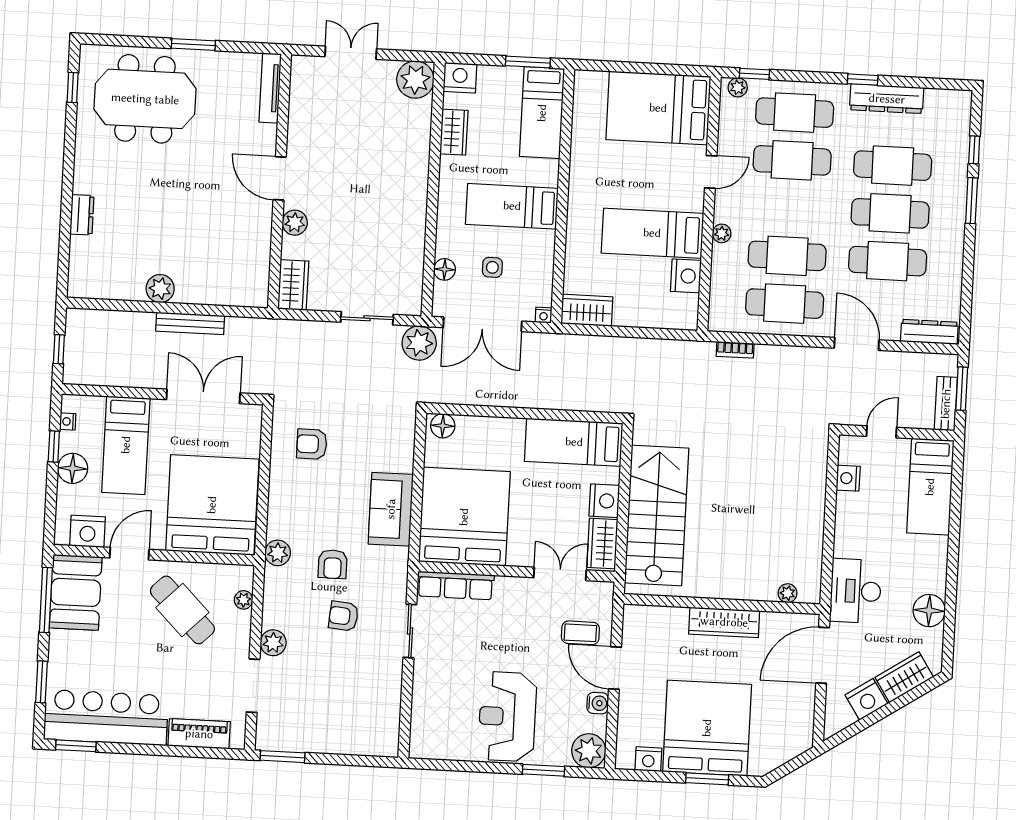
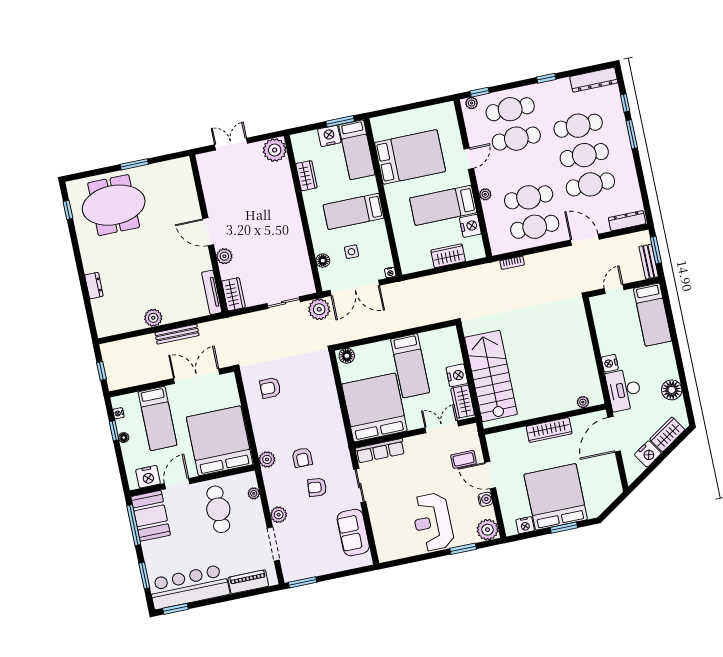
nightstand: (460, 78) -> (329, 136), moved
tv unit: (270, 88) -> (212, 292), moved
dresser: (887, 99) -> (594, 80), moved
bed: (658, 108) -> (410, 157), moved, turned 180
wardrobe: (587, 310) -> (448, 256), moved
bed: (574, 442) -> (410, 366), moved, turned -90
floor lamp: (73, 468) -> (124, 438), width x0.53, depth x0.53
nightstand: (848, 478) -> (610, 363), moved
sofa: (391, 509) -> (353, 532), moved
cafe table: (182, 610) -> (218, 509), turned 45

